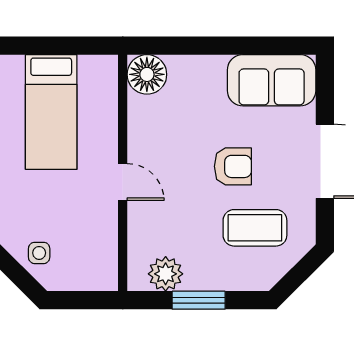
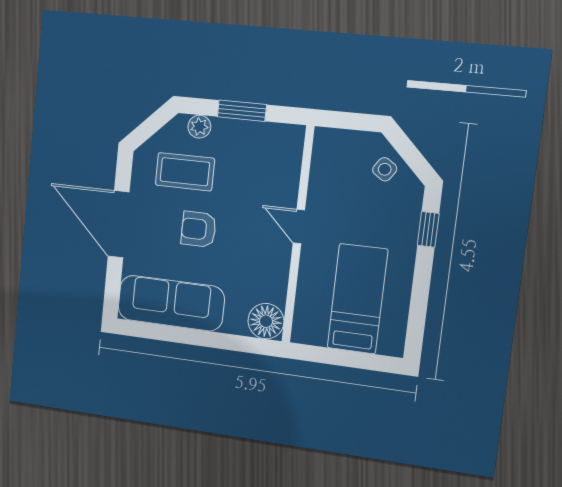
sofa: (272, 80) -> (171, 303), width x1.36
side table: (39, 253) -> (385, 169), turned 34
plant: (166, 274) -> (199, 127), moved, width x0.73, depth x0.73

